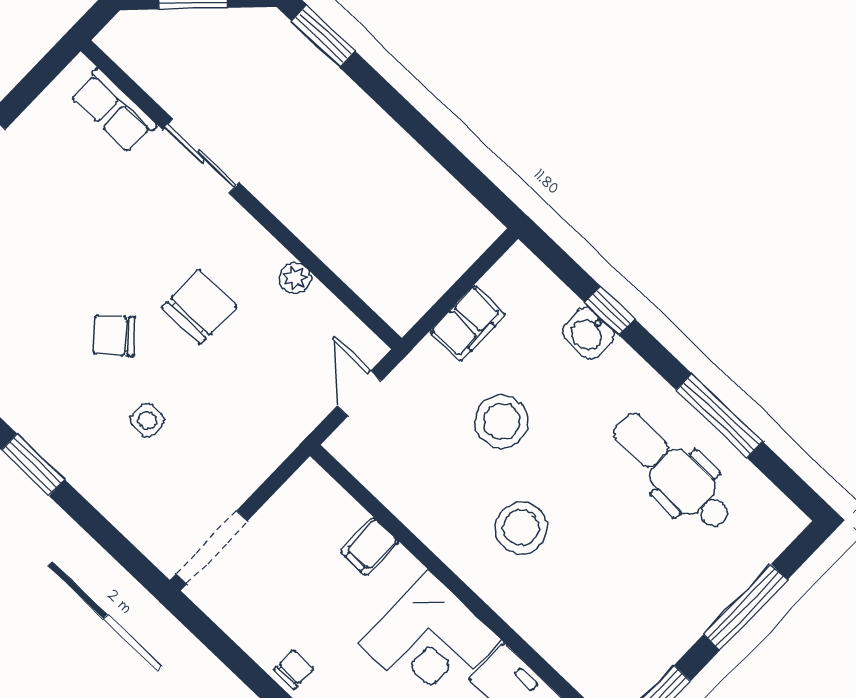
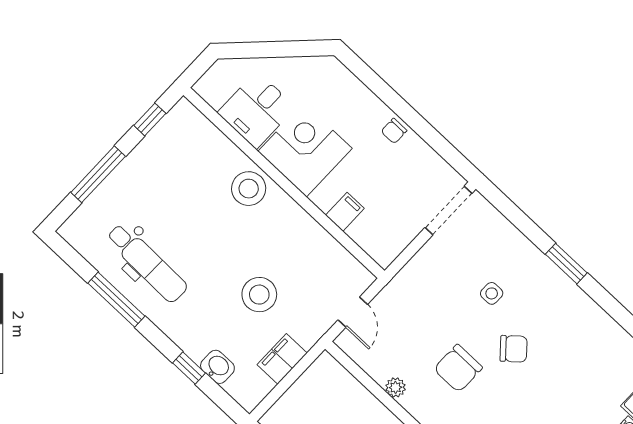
washbasin: (588, 333) -> (217, 367), moved
stool: (521, 528) -> (249, 189), moved

